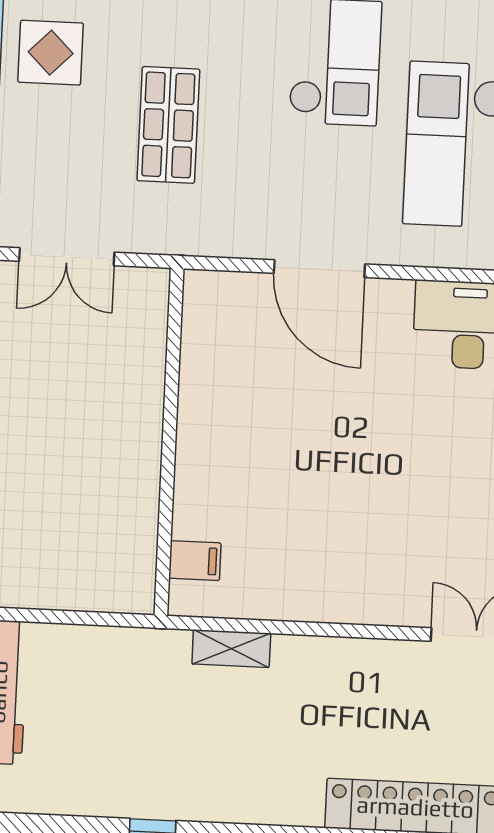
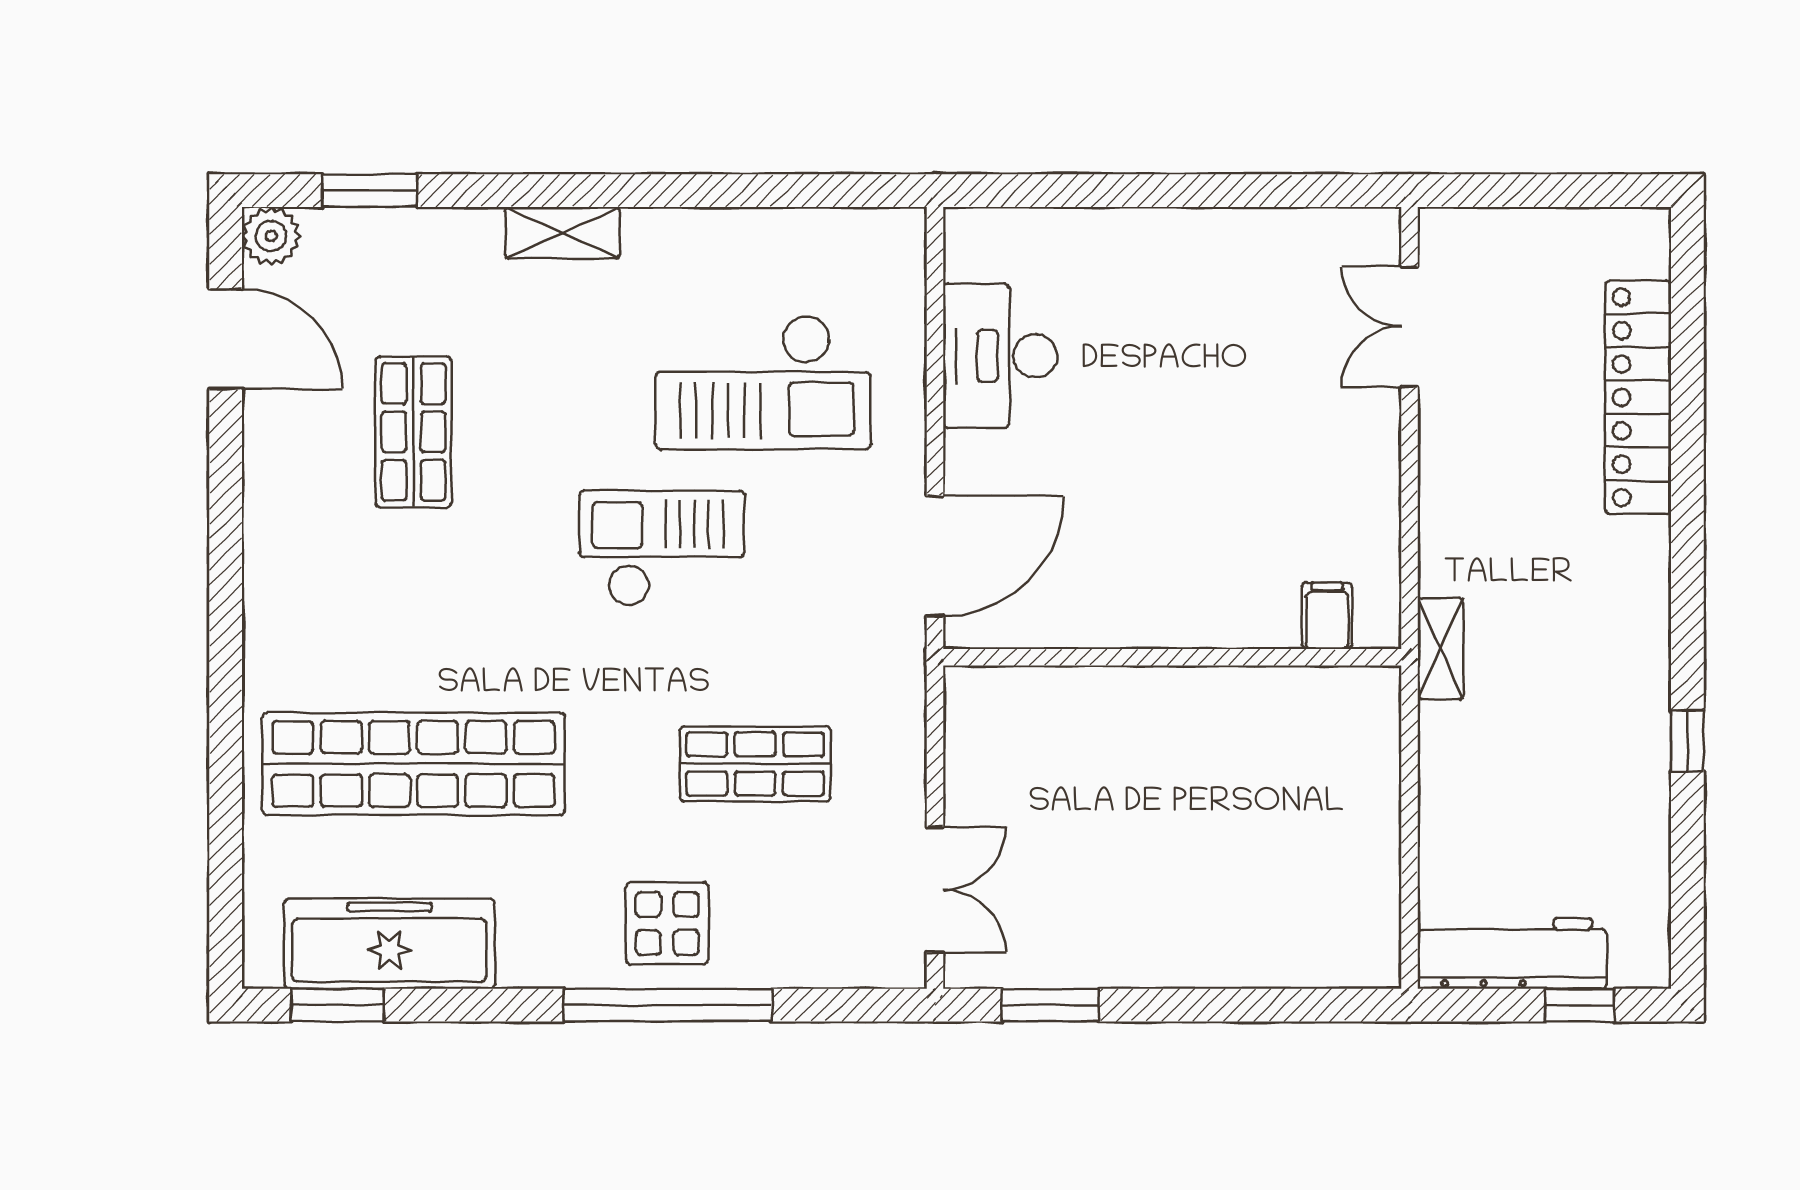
wall: (169, 442) -> (1172, 657), moved
filing cabinet: (195, 561) -> (1327, 616), moved

